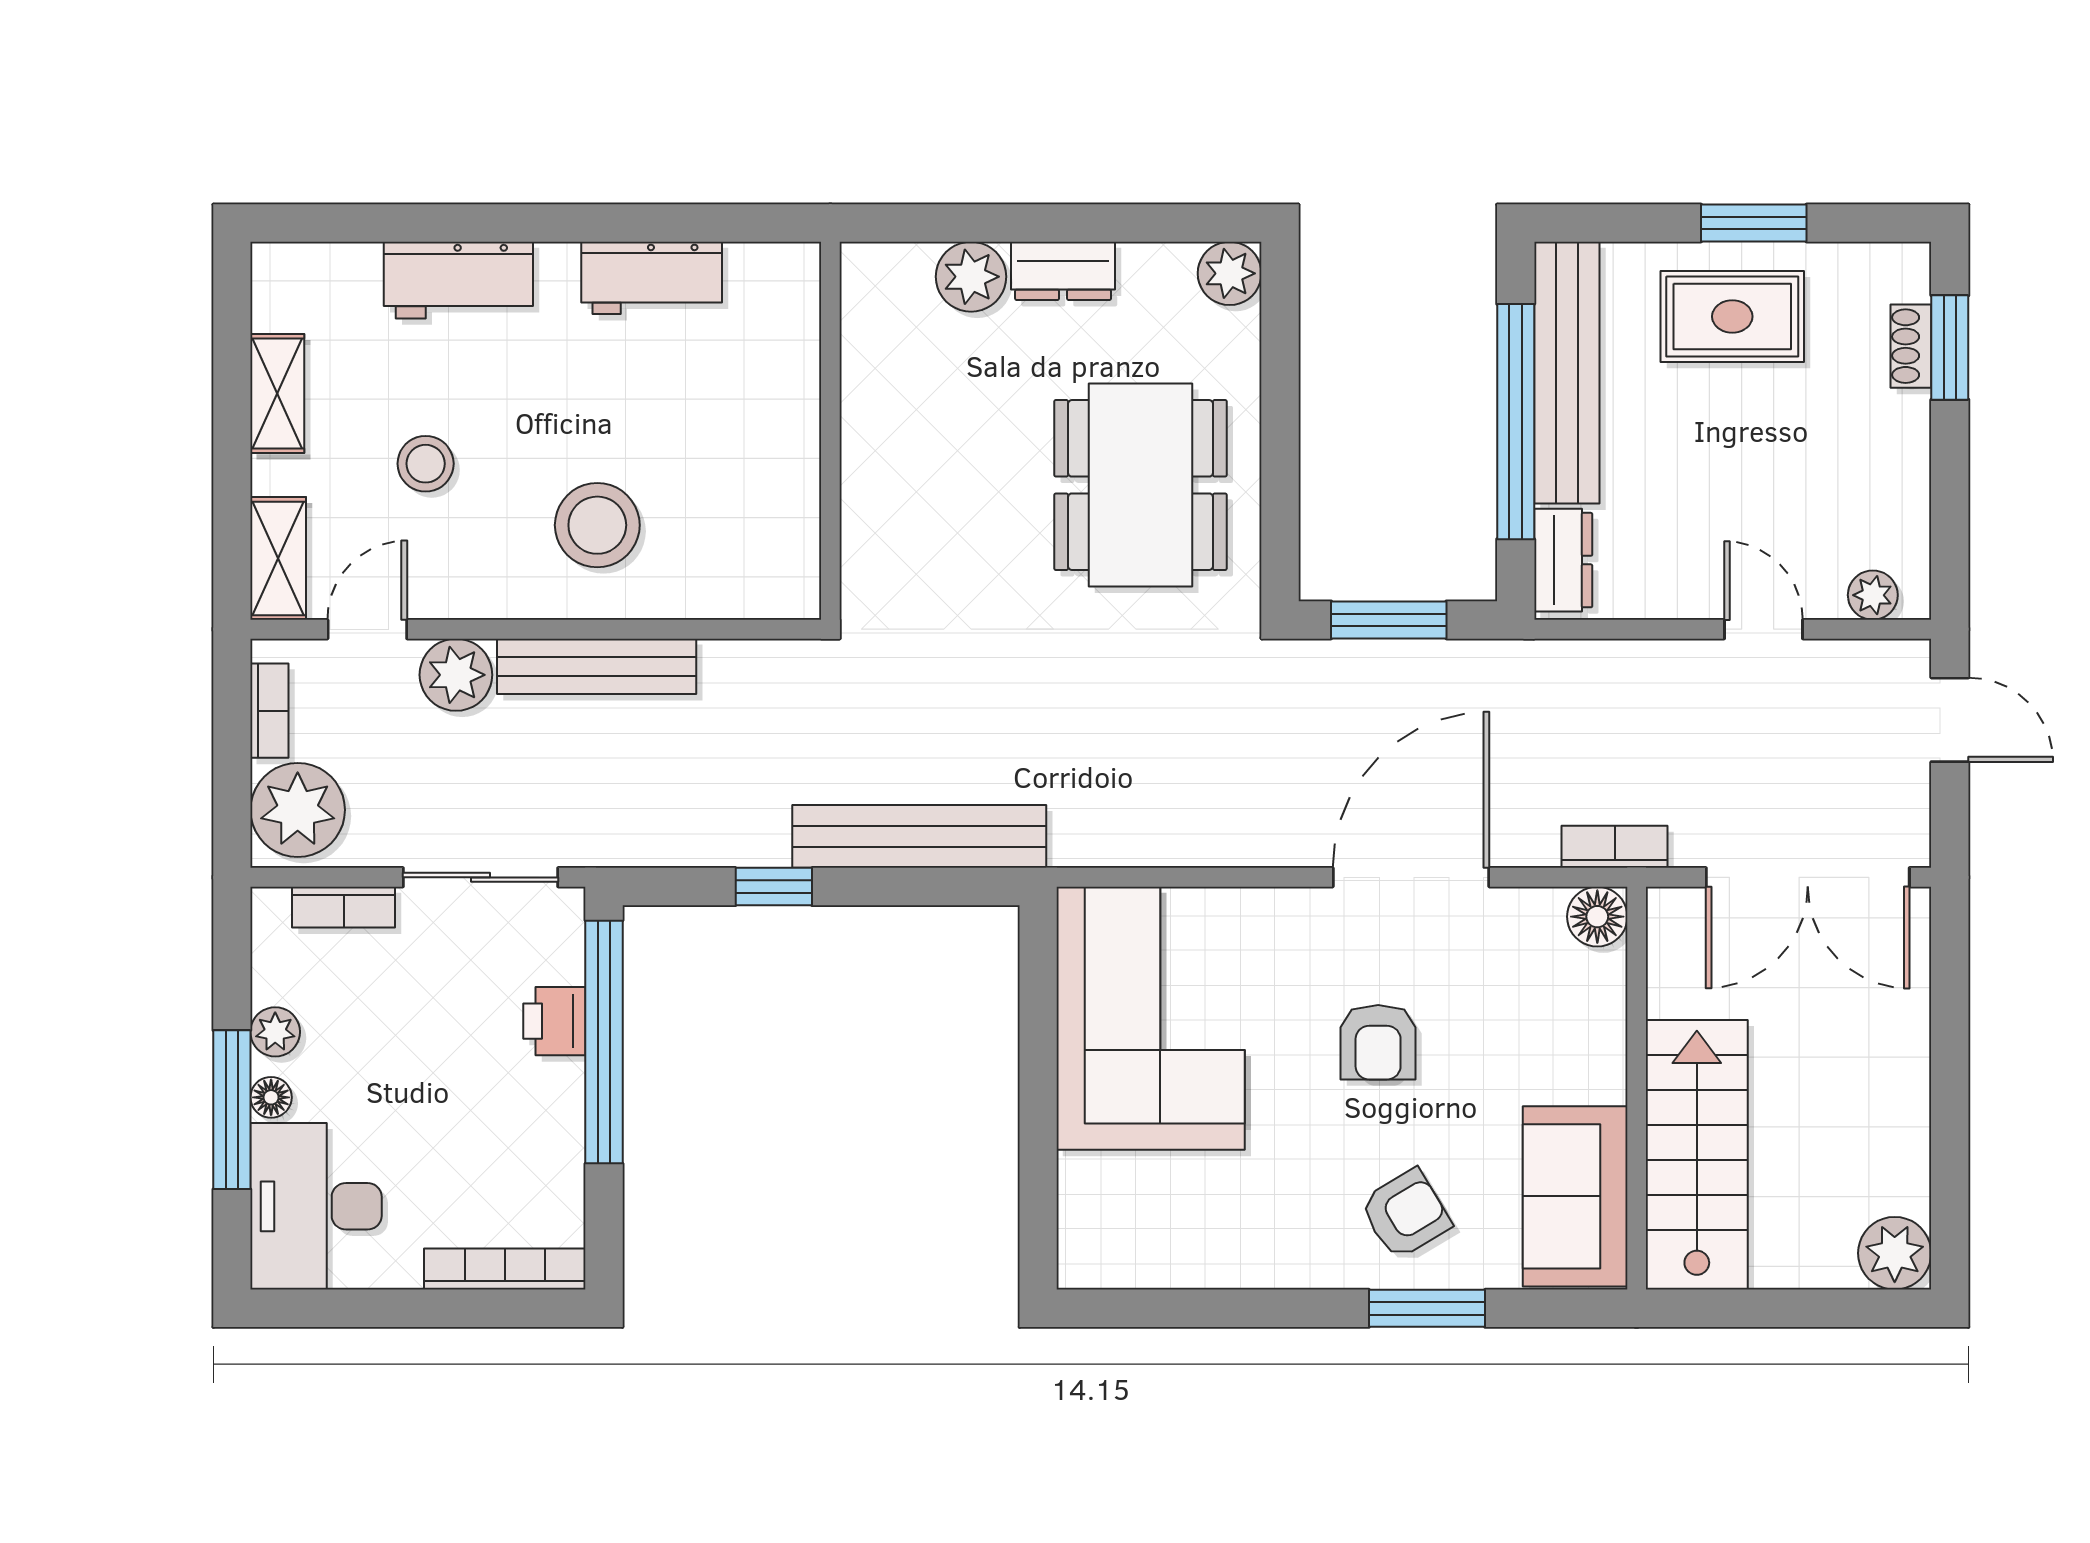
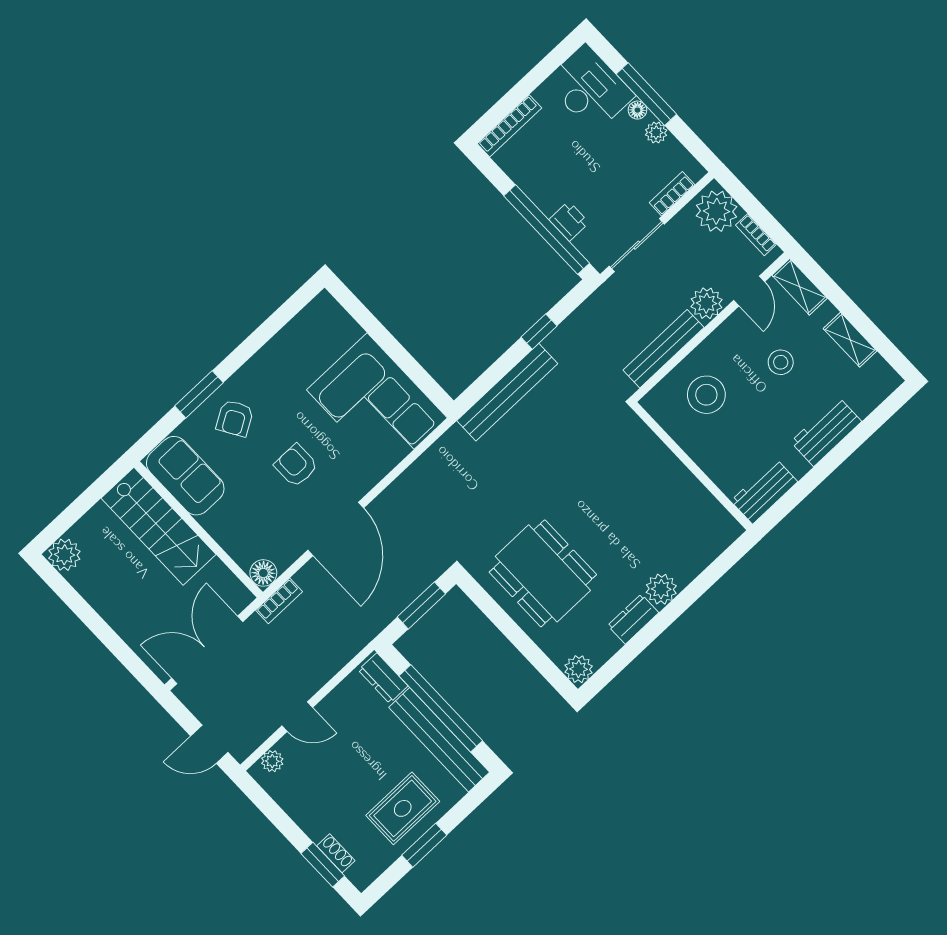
wall: (830, 431) -> (692, 466), moved

